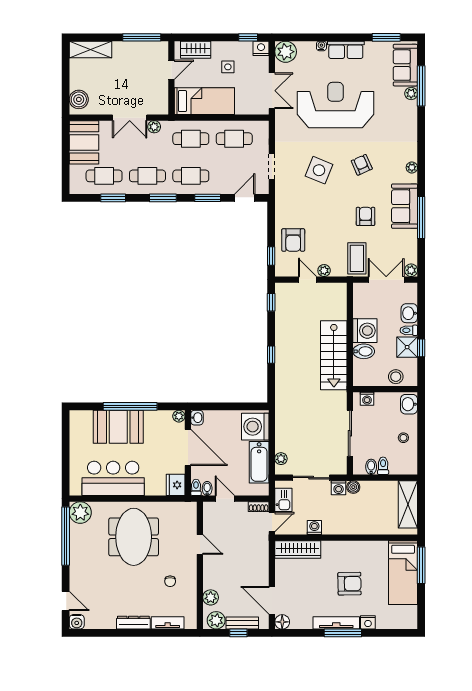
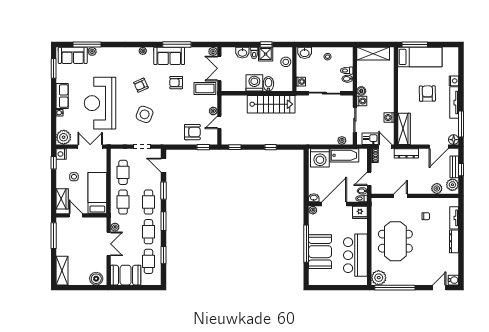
meeting table: (134, 537) -> (395, 241), turned 90
dresser: (262, 553) -> (406, 153), added
window: (343, 633) -> (461, 124), moved

